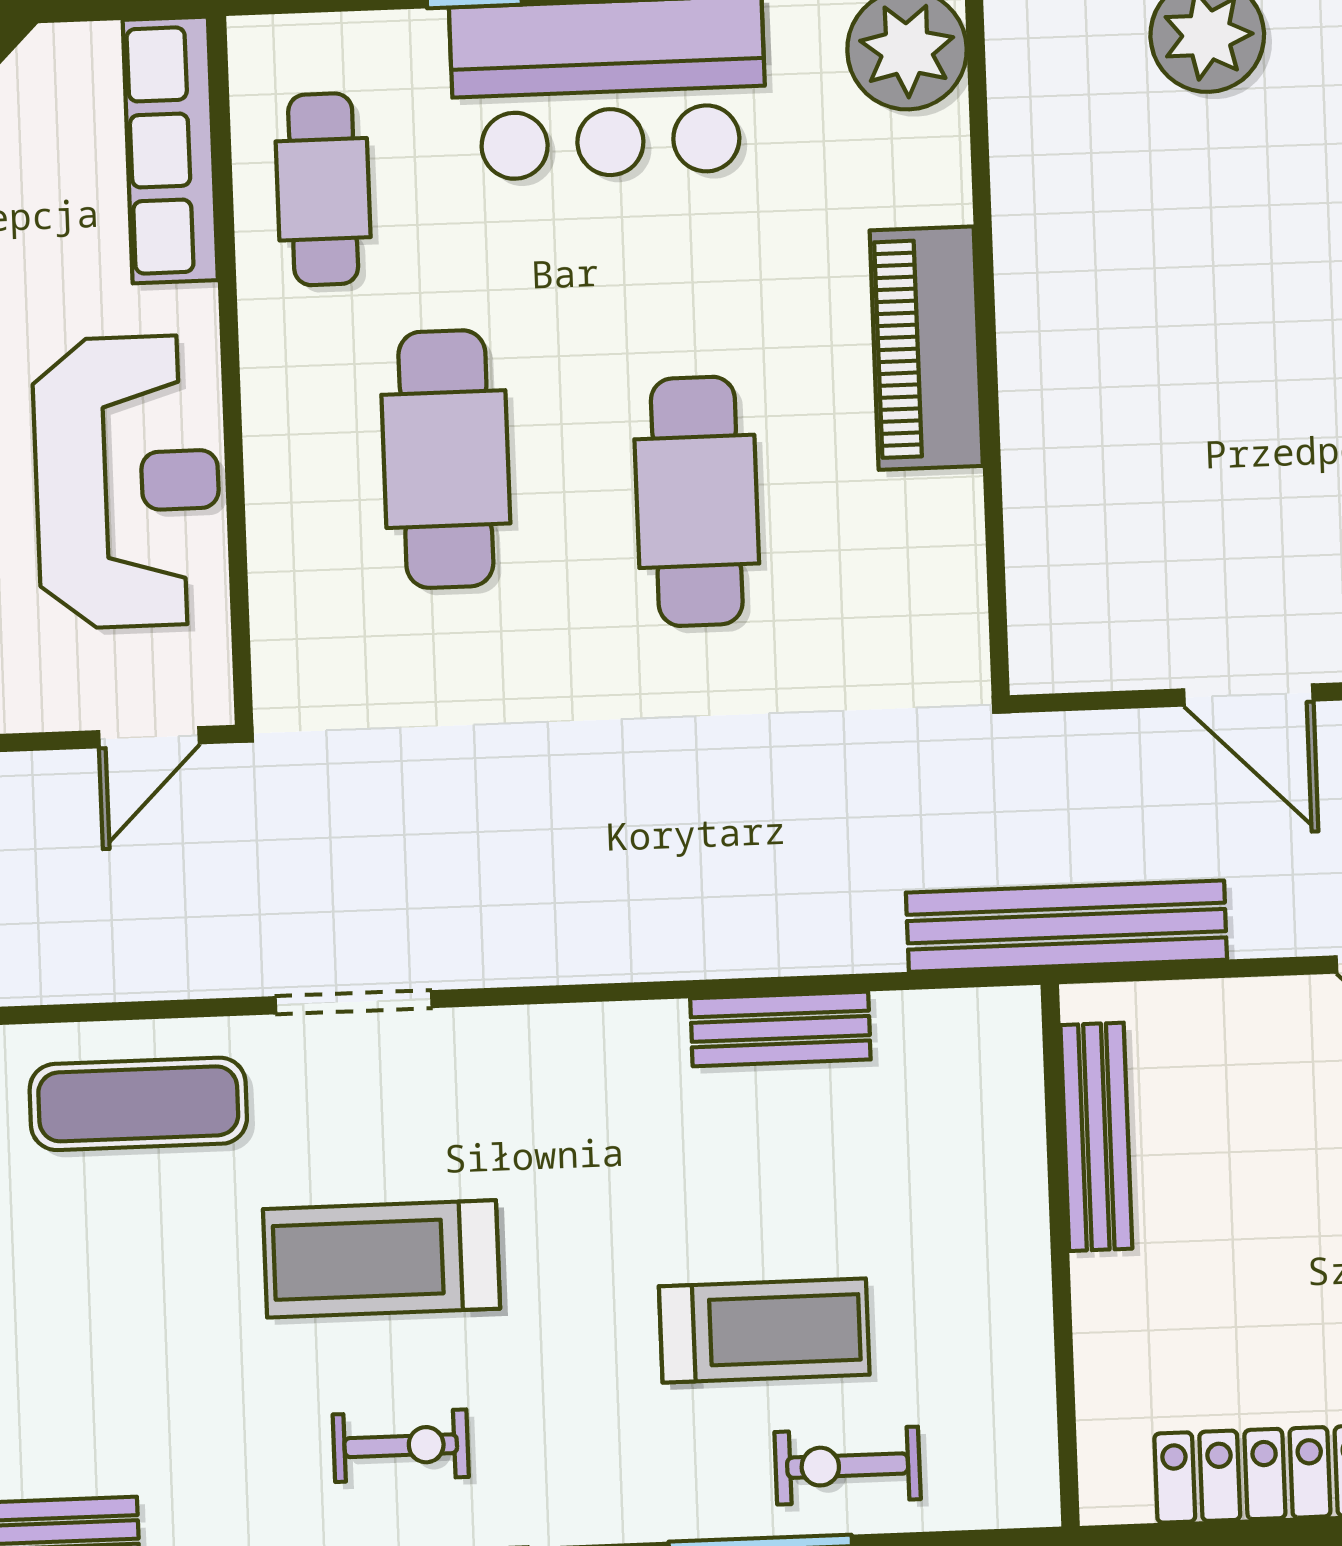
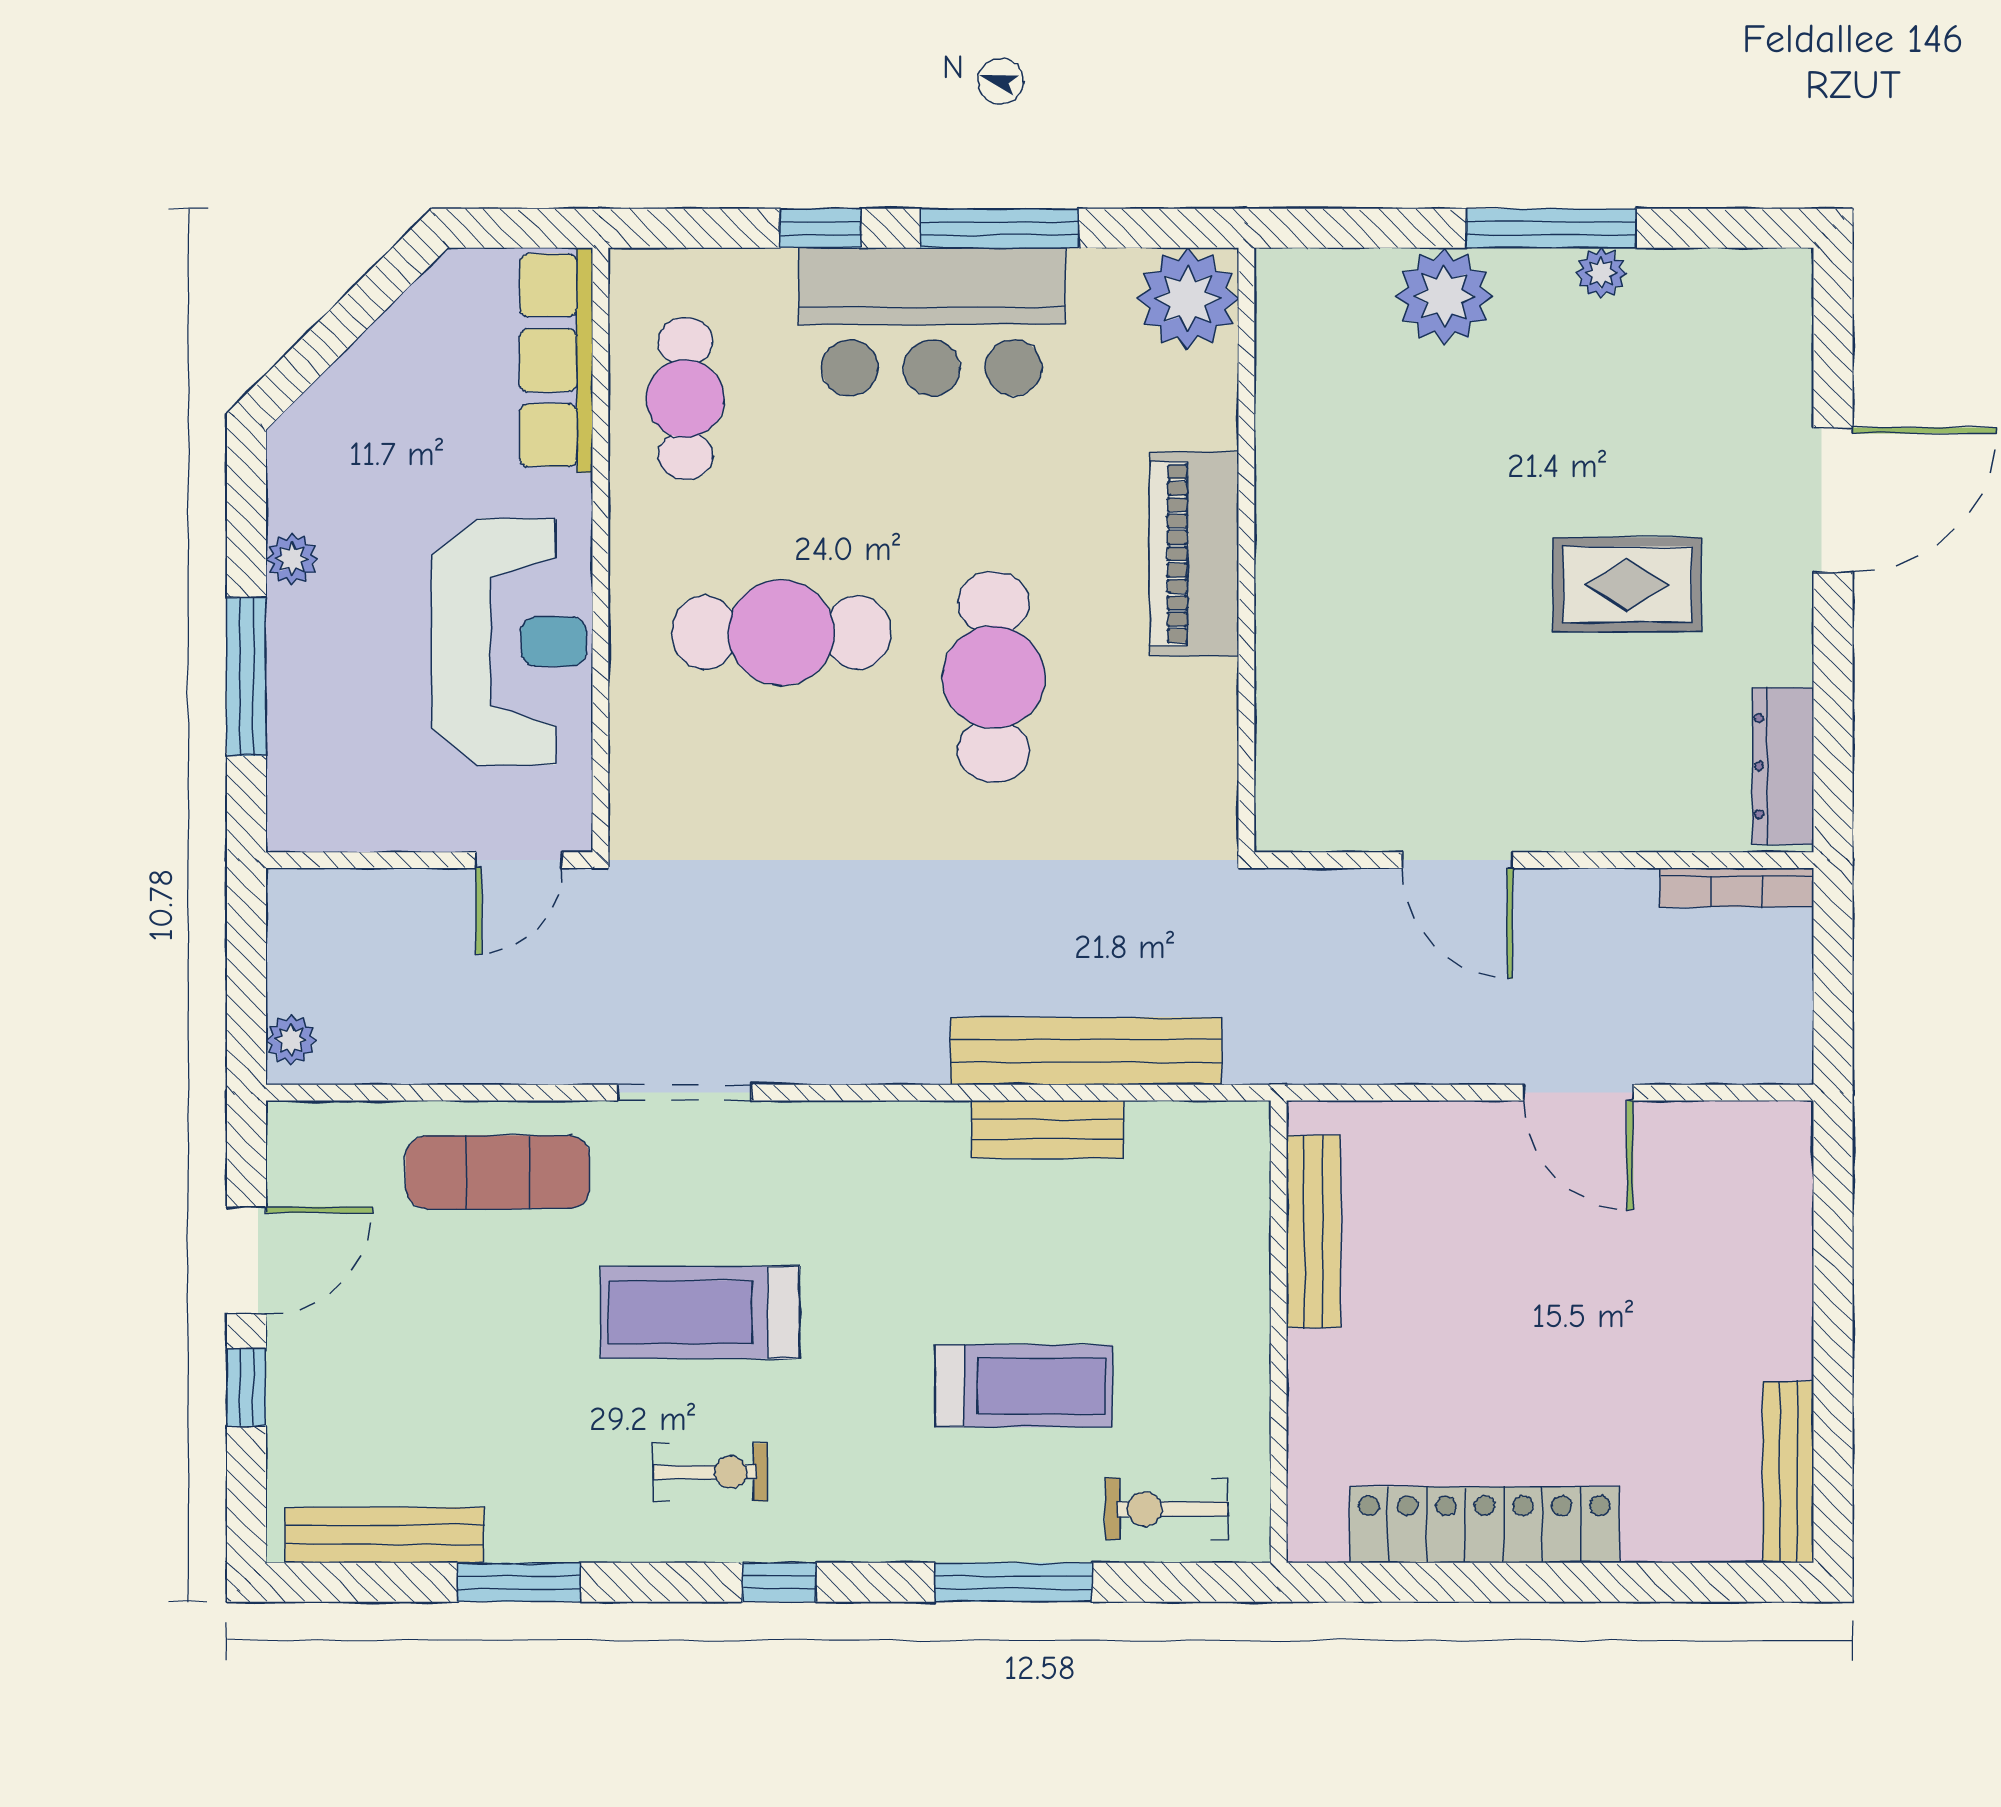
cafe table: (446, 459) -> (781, 633), turned 90
bench: (1066, 926) -> (1086, 1051), moved
exercise bike: (848, 1466) -> (1166, 1509), moved

